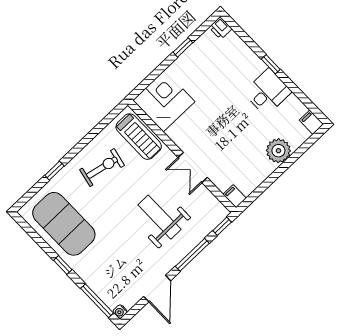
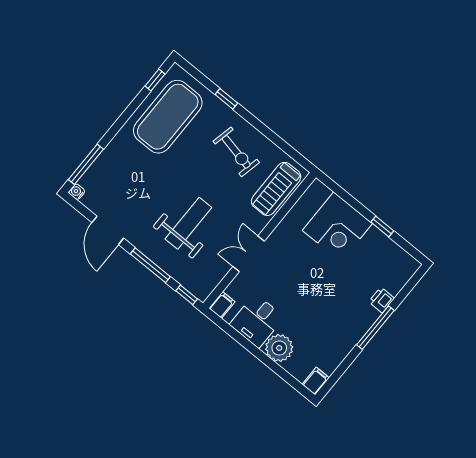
printer: (220, 28) -> (381, 300), moved
window: (271, 64) -> (375, 328), width x2.17
desk: (268, 92) -> (257, 321), moved, turned 90
corner desk: (164, 101) -> (337, 227), moved, turned 90
window: (63, 265) -> (155, 80), moved
door: (157, 289) -> (108, 230), hinge flipped

